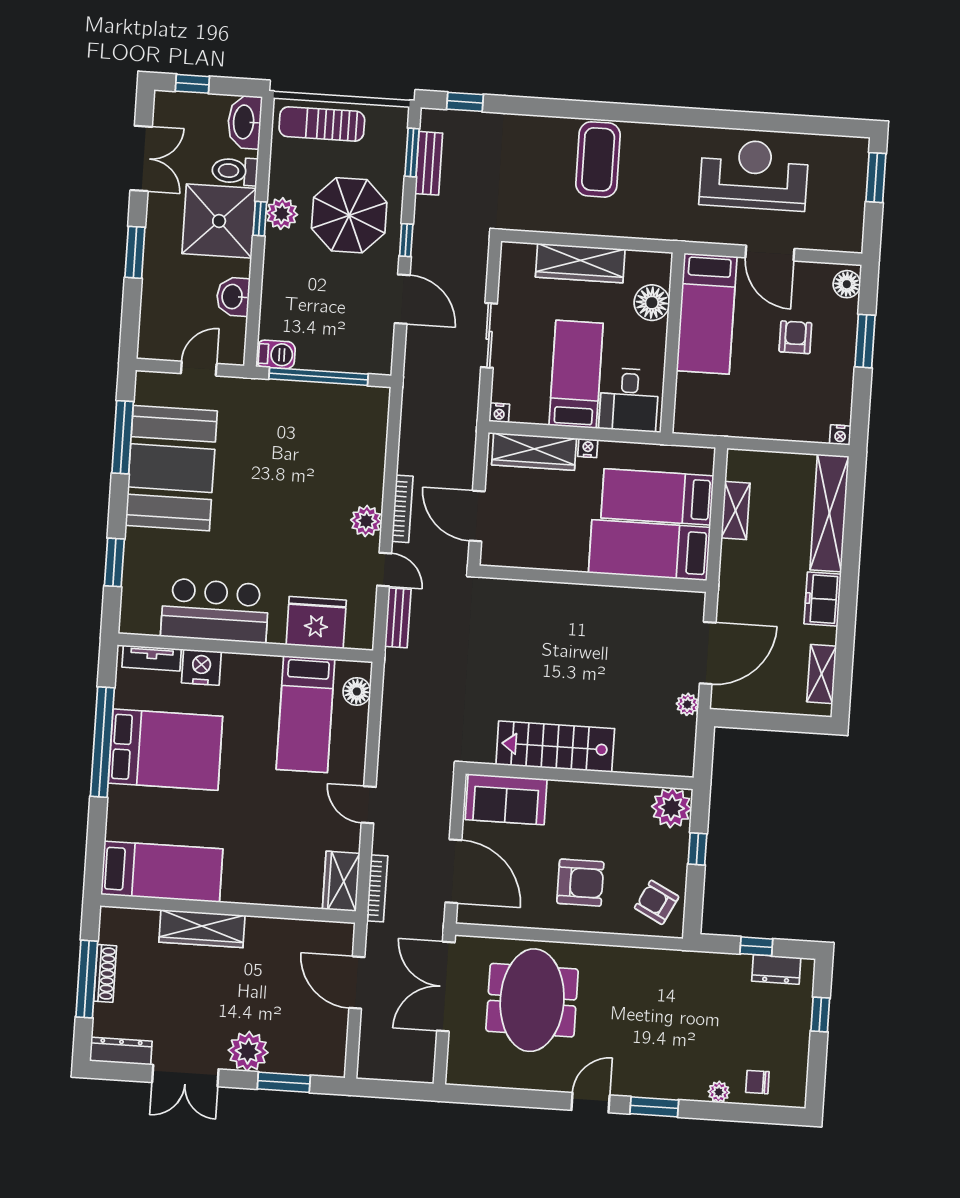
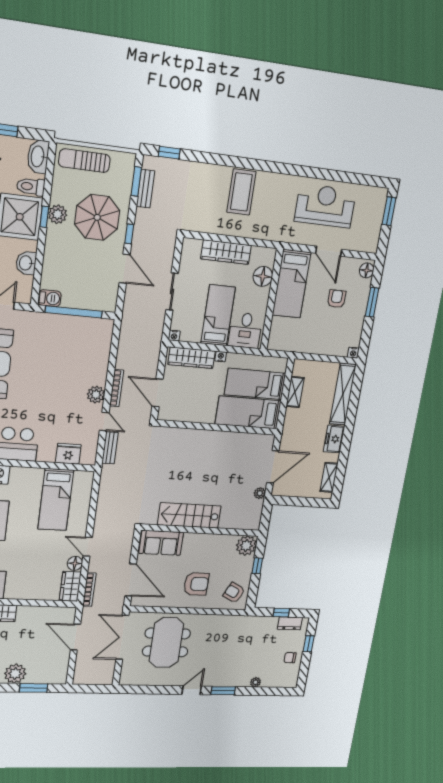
fridge: (316, 622) -> (68, 454), width x0.73, depth x0.75
floor lamp: (357, 691) -> (75, 563), moved
chair: (757, 1082) -> (290, 658), moved

